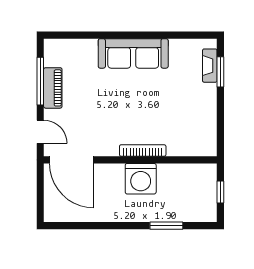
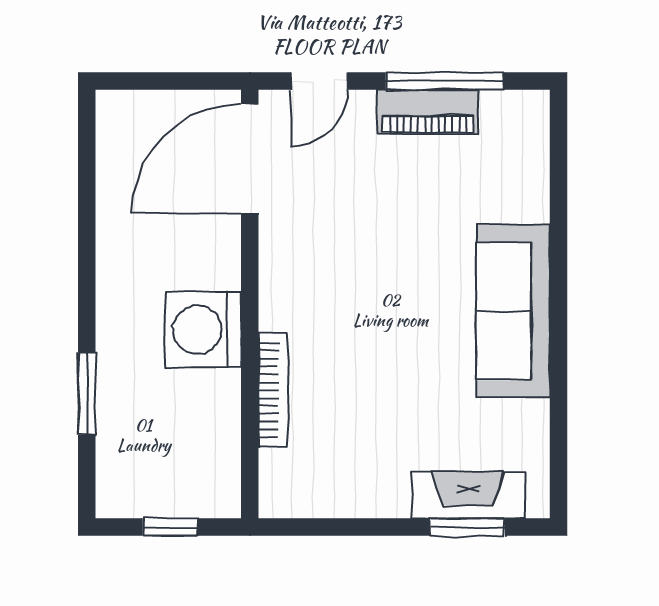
fireplace: (210, 66) -> (468, 495), width x1.37, depth x1.32
bookcase: (143, 150) -> (273, 390), moved

